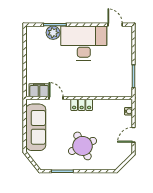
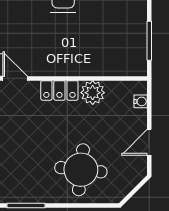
plant: (101, 106) -> (93, 93), added
round table: (82, 146) -> (81, 170), moved, turned 32

